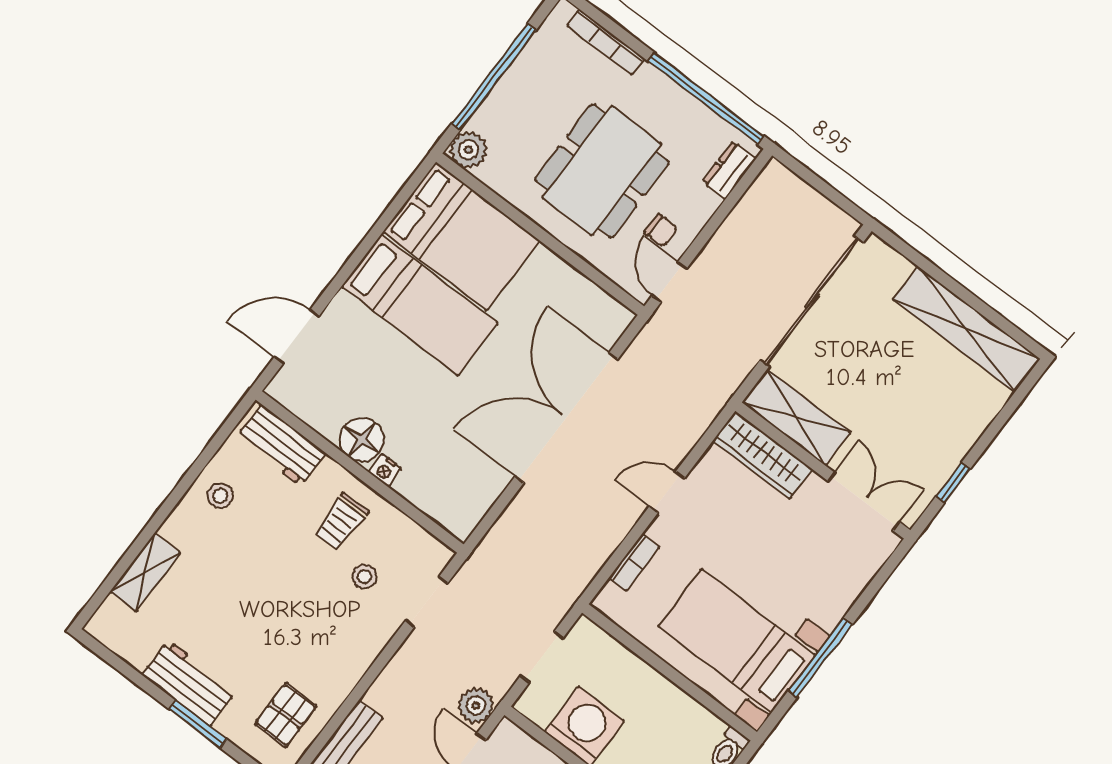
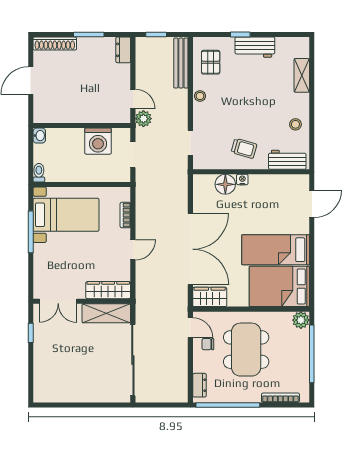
wardrobe: (596, 310) -> (210, 297), added
shelving: (966, 329) -> (69, 393), removed
floor lamp: (362, 440) -> (225, 184), moved
trolley: (341, 522) -> (244, 148), turned 106
stool: (364, 577) -> (200, 96), moved
window: (198, 724) -> (240, 34), width x0.67

